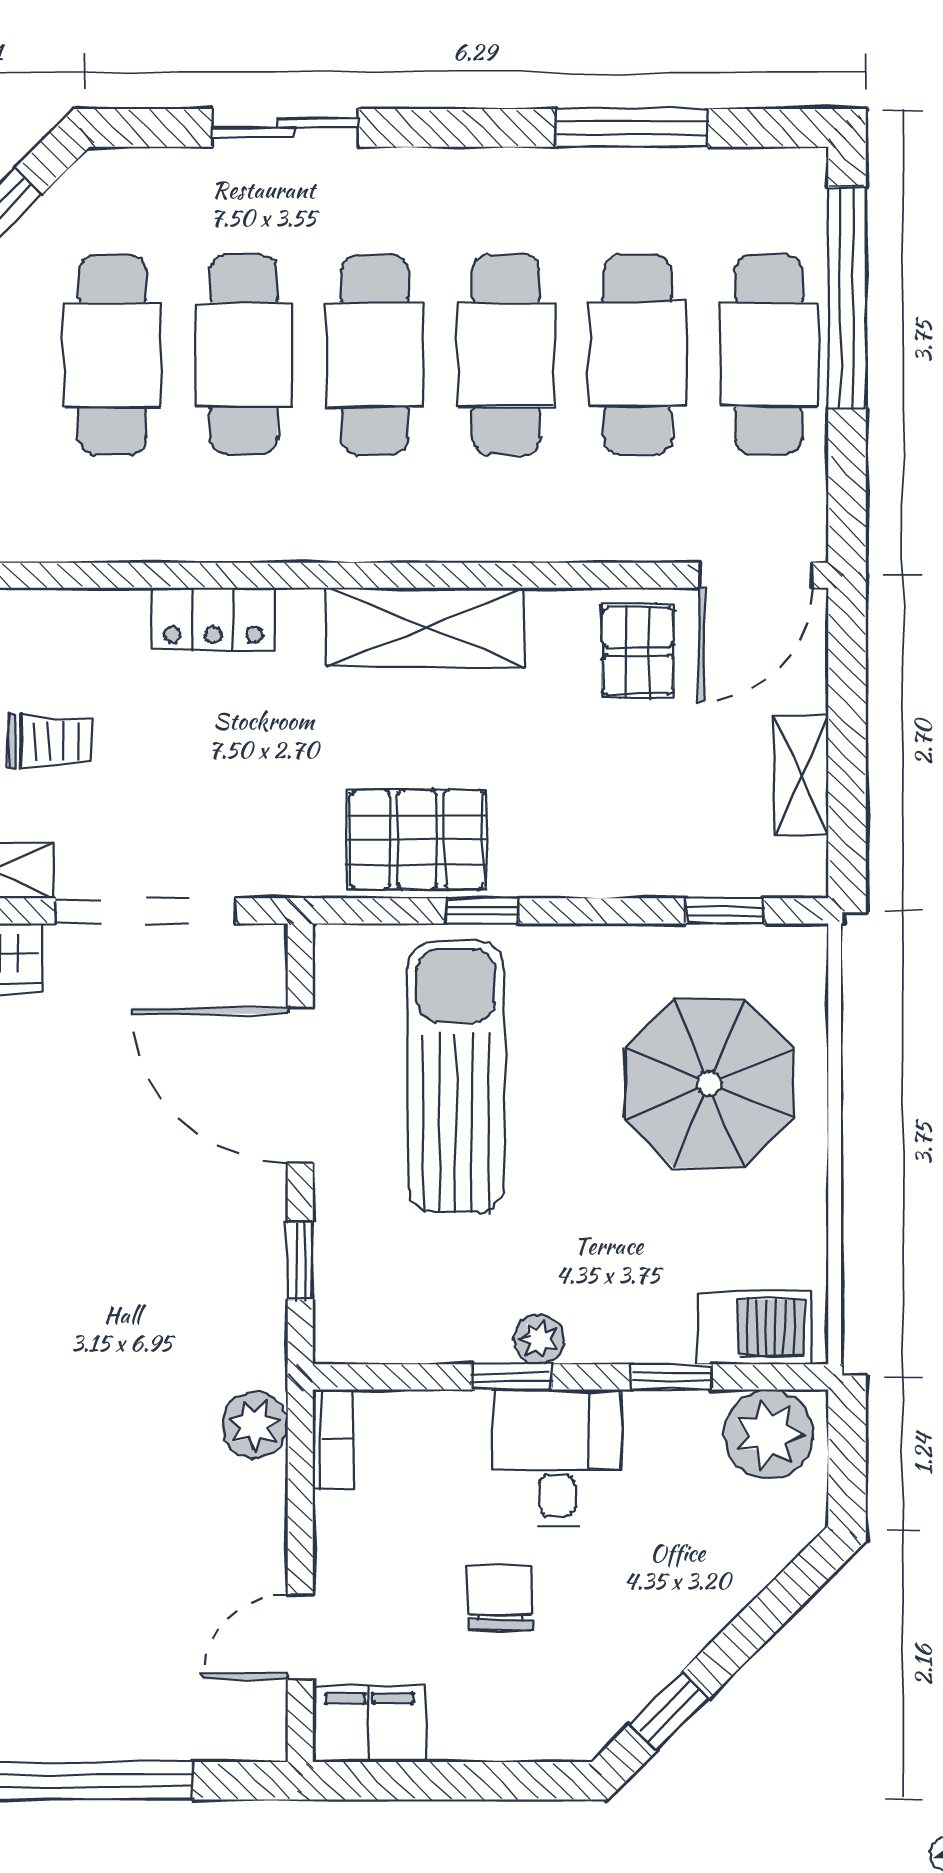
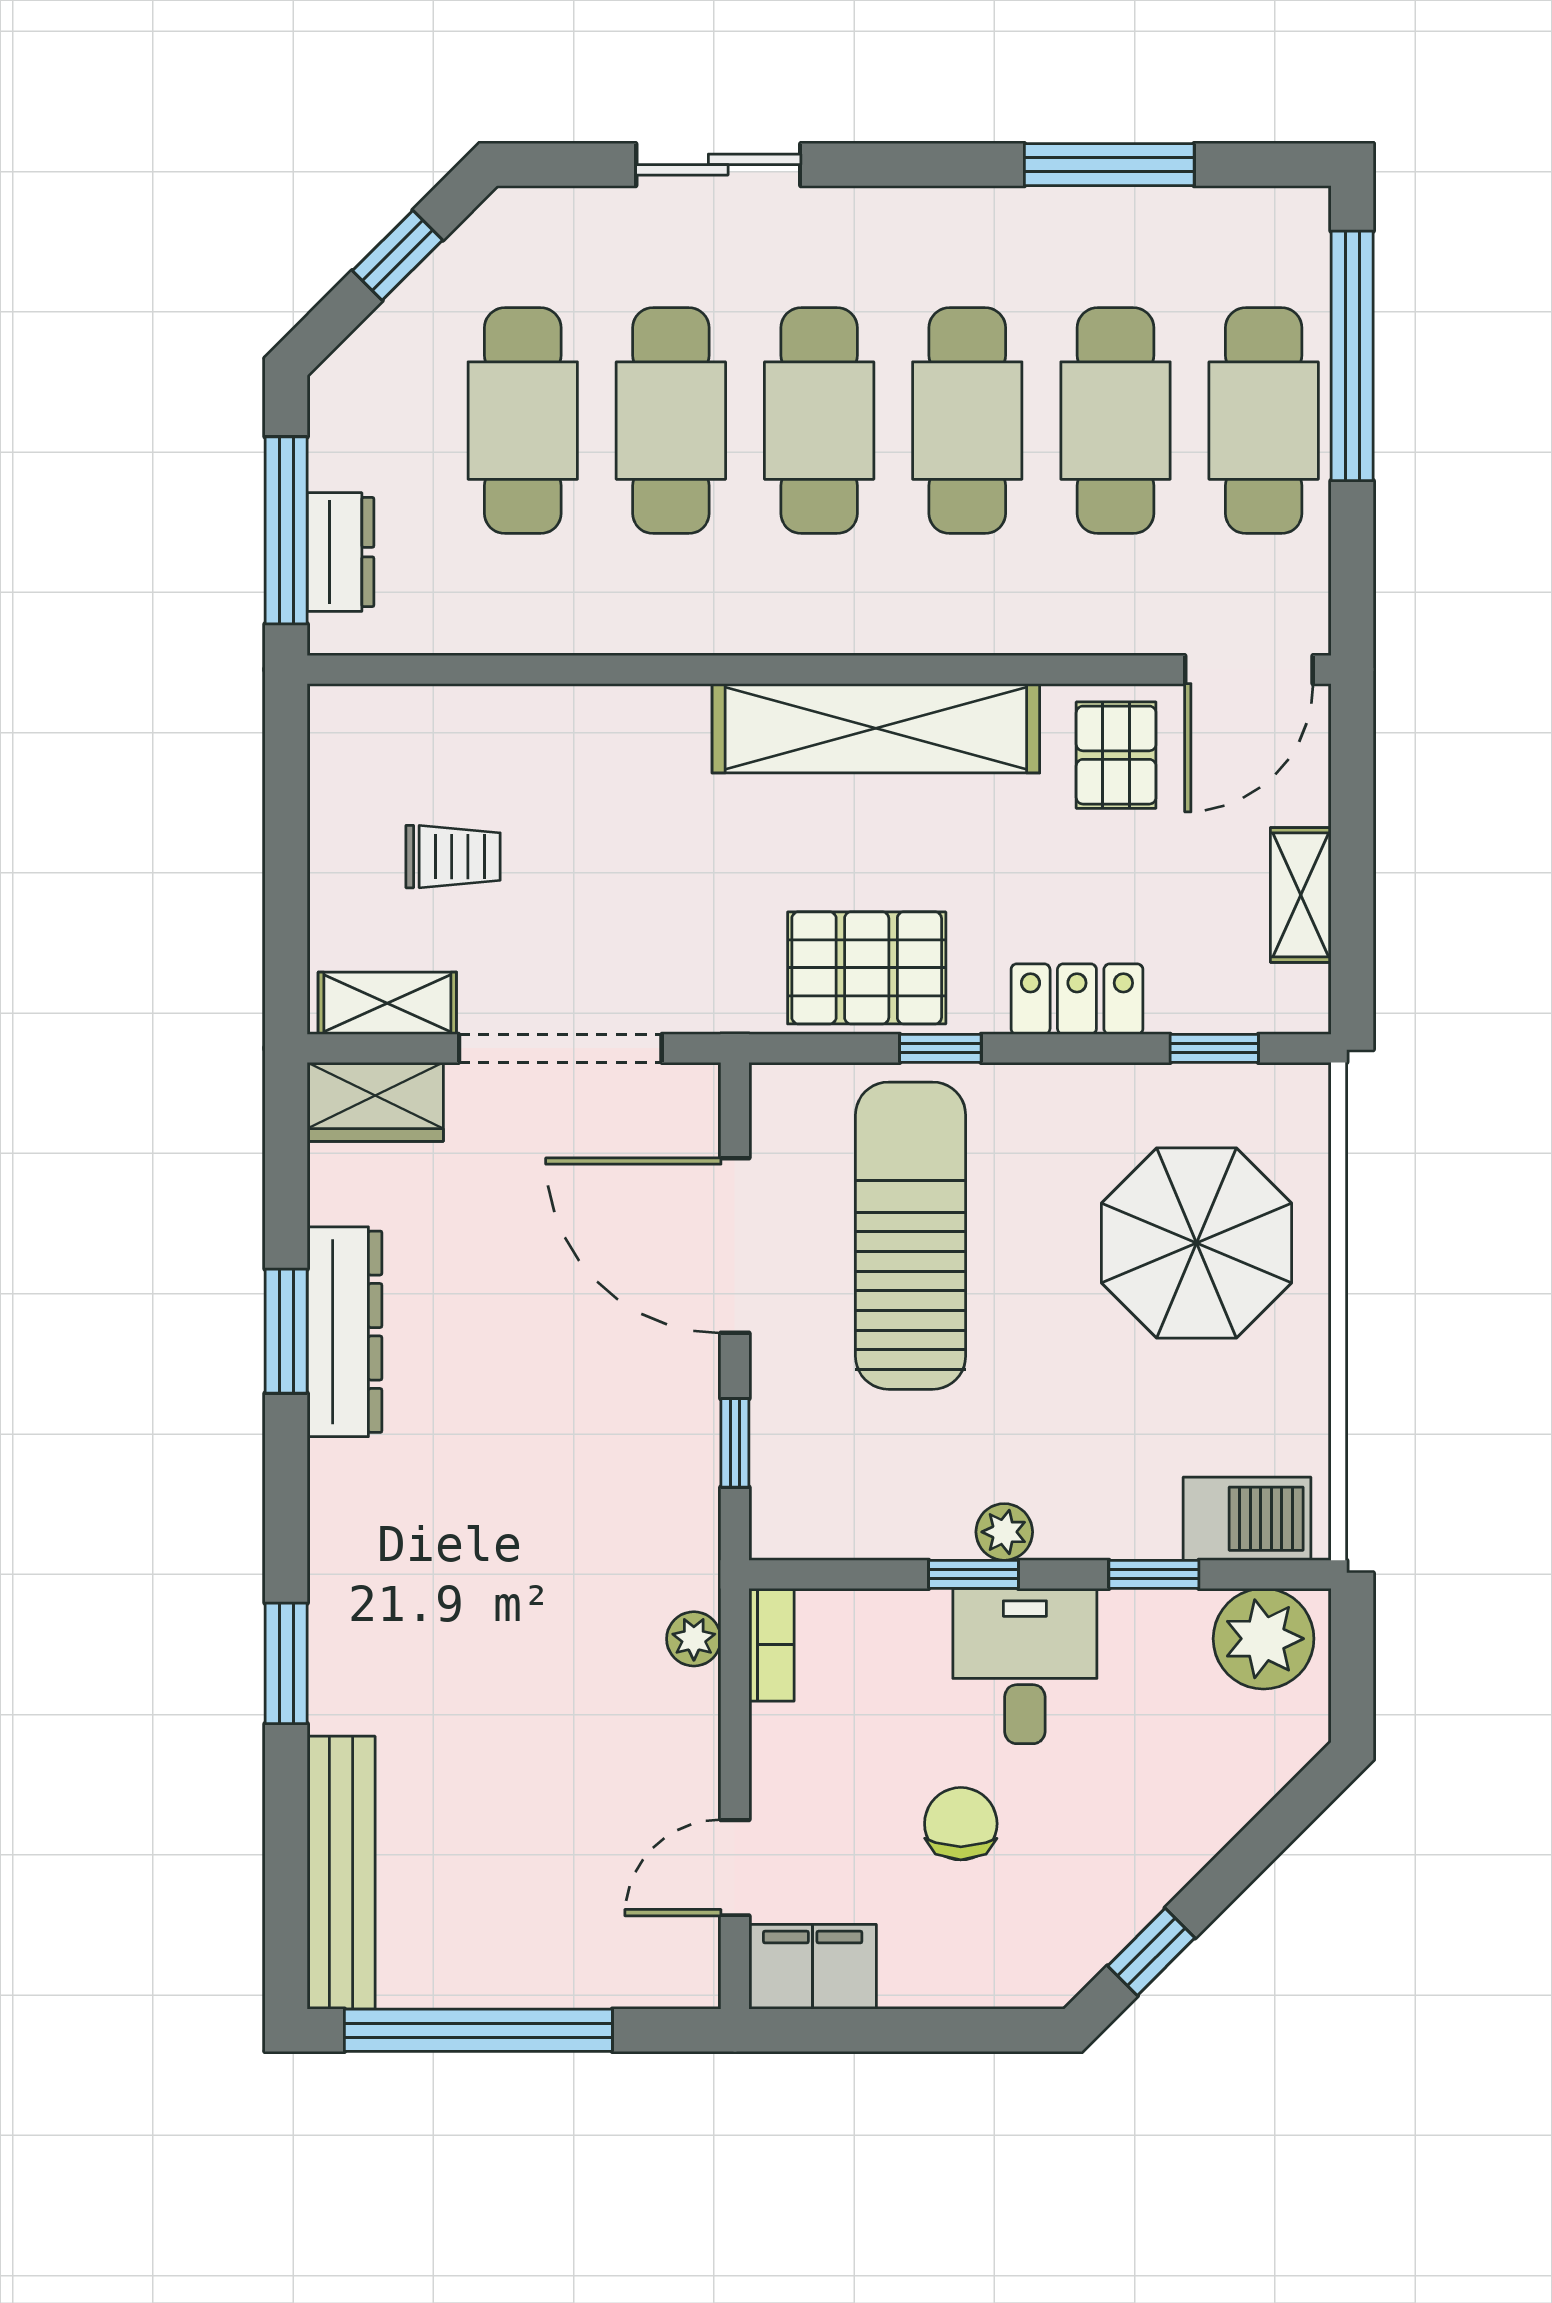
locker: (213, 619) -> (1077, 999), moved, turned 180
shelving: (425, 627) -> (876, 728), width x1.47
plant: (255, 1425) -> (694, 1639), width x0.73, depth x0.73

